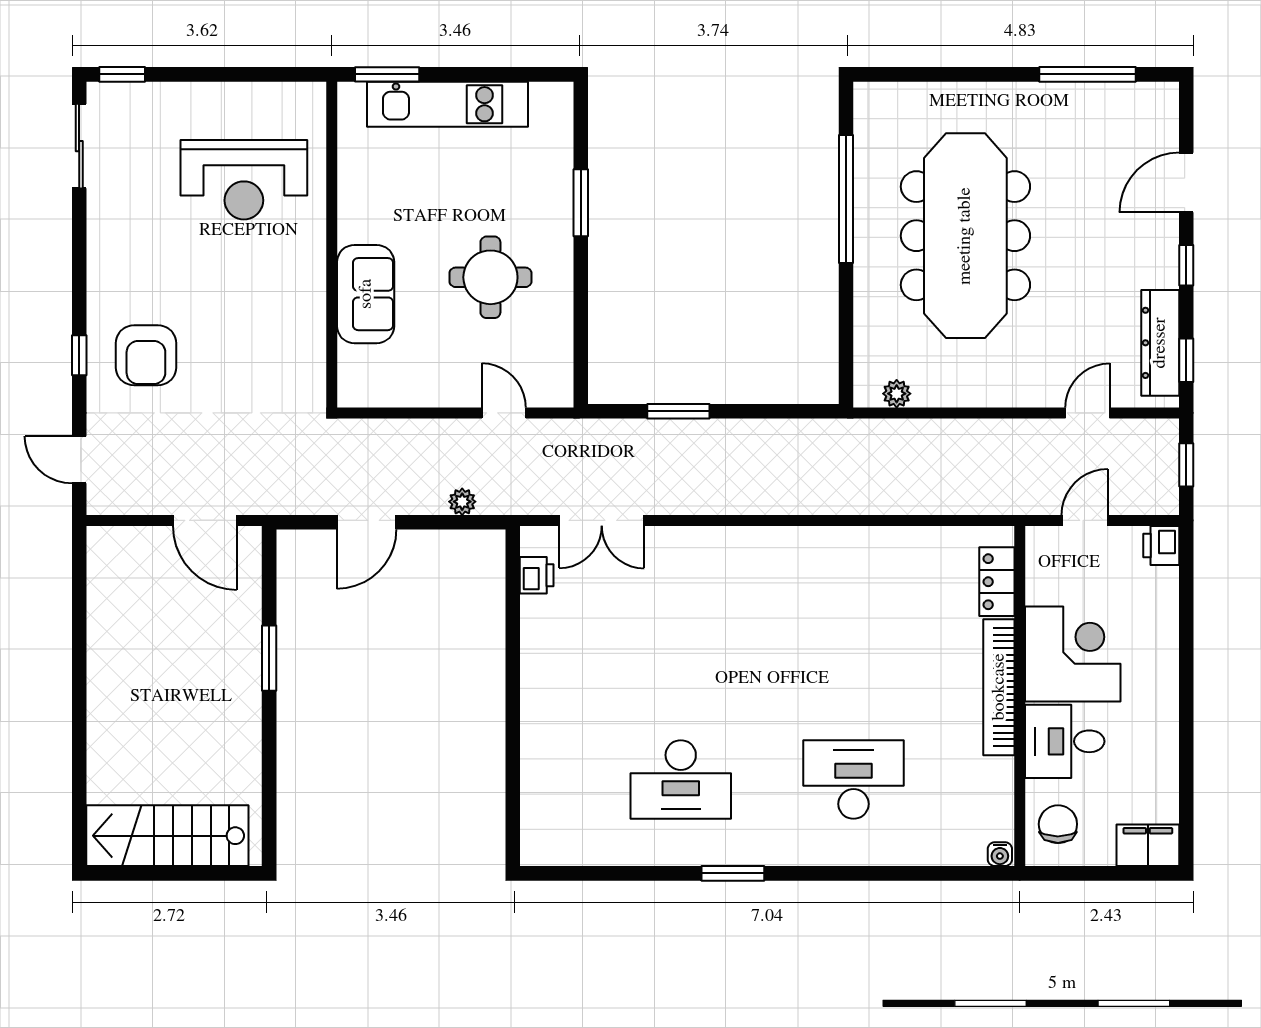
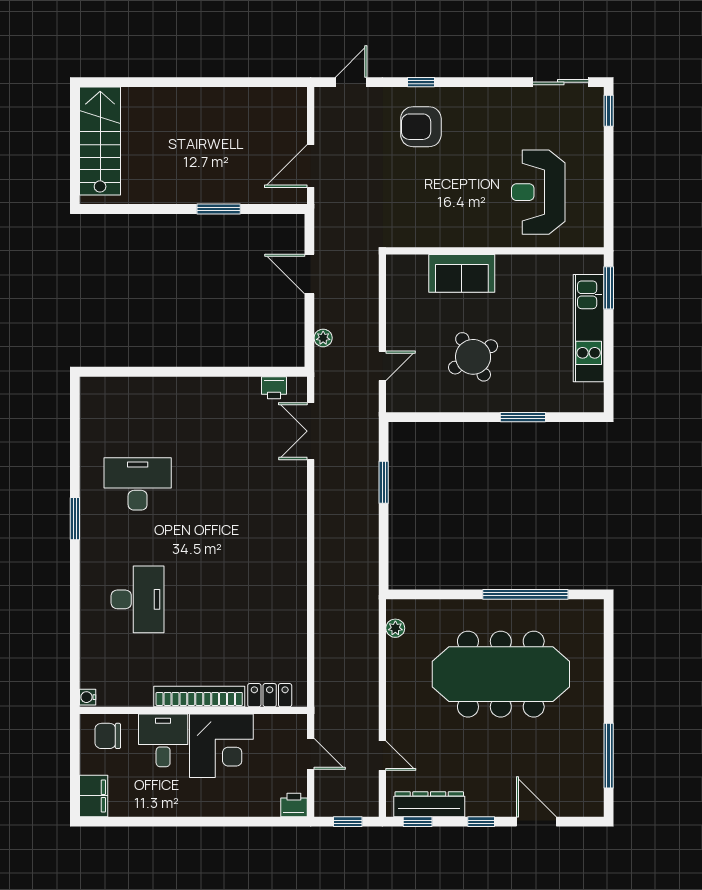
round table: (490, 277) -> (473, 357), turned -31
desk: (681, 779) -> (138, 484), turned 90
chair: (1058, 824) -> (108, 736), turned 180

